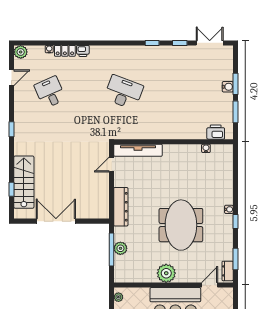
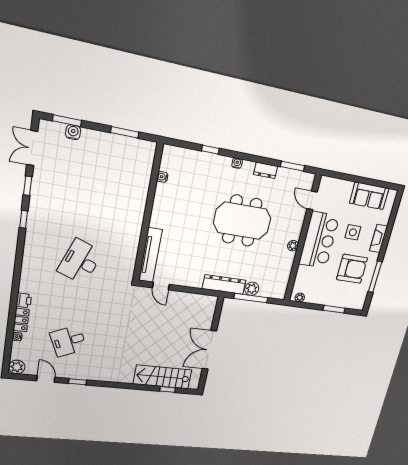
window: (236, 84) -> (67, 121), moved
water cooler: (228, 87) -> (73, 132), moved
window: (12, 129) -> (78, 382), moved
printer: (216, 132) -> (145, 162), removed
dresser: (121, 207) -> (224, 285), moved
window: (236, 222) -> (210, 150), moved
dresser: (228, 271) -> (266, 170), moved
plant: (166, 273) -> (293, 246), width x0.53, depth x0.53

